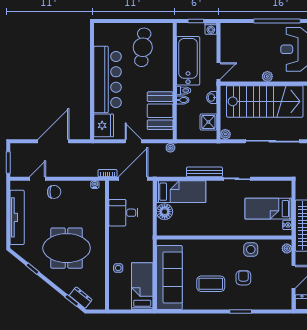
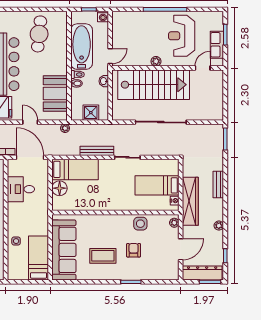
shower: (208, 122) -> (91, 113), moved
plant: (225, 134) -> (117, 116), removed
door: (133, 179) -> (30, 157), hinge flipped

